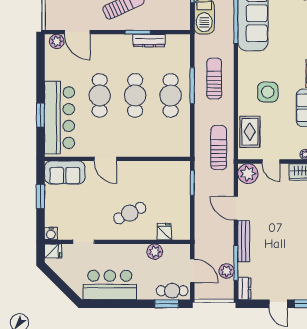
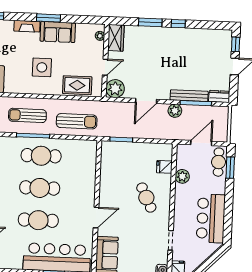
sun lounger: (219, 148) -> (77, 121), moved, turned 180
bench: (244, 241) -> (189, 96), moved
plant: (226, 271) -> (175, 111), moved

